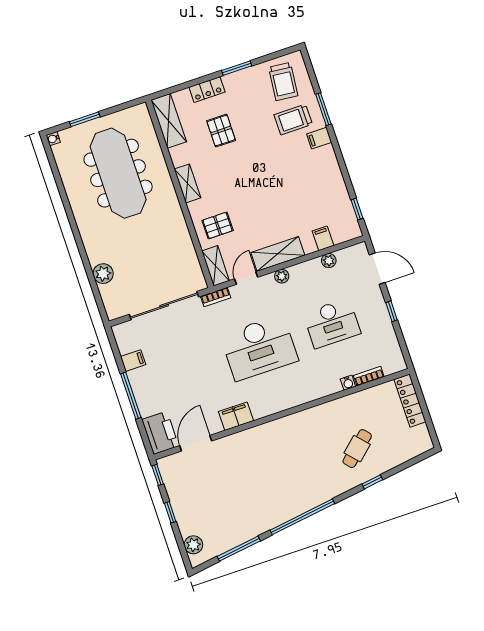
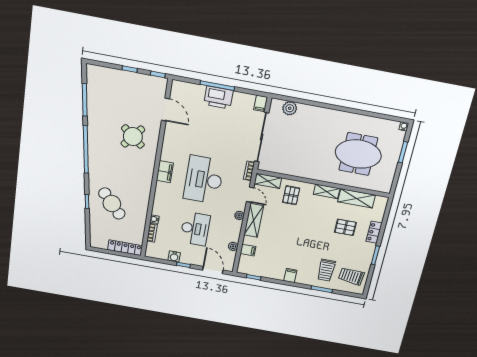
trolley: (293, 119) -> (326, 270), turned 180
shelving: (169, 121) -> (357, 198), moved
filing cabinet: (319, 138) -> (290, 275), moved
meeting table: (118, 173) -> (358, 154), width x0.73
door: (377, 269) -> (213, 270), swing flipped
plant: (103, 274) -> (290, 108), moved
desk: (332, 323) -> (195, 229), turned 180
water cooler: (386, 330) -> (174, 257), added
filing cabinet: (133, 361) -> (261, 103), moved
filing cabinet: (236, 416) -> (165, 172), moved
printer: (160, 433) -> (218, 97), moved
cafe table: (357, 449) -> (112, 204), width x1.37, depth x1.35
round table: (253, 466) -> (133, 137), added
plant: (193, 545) -> (101, 73), removed

